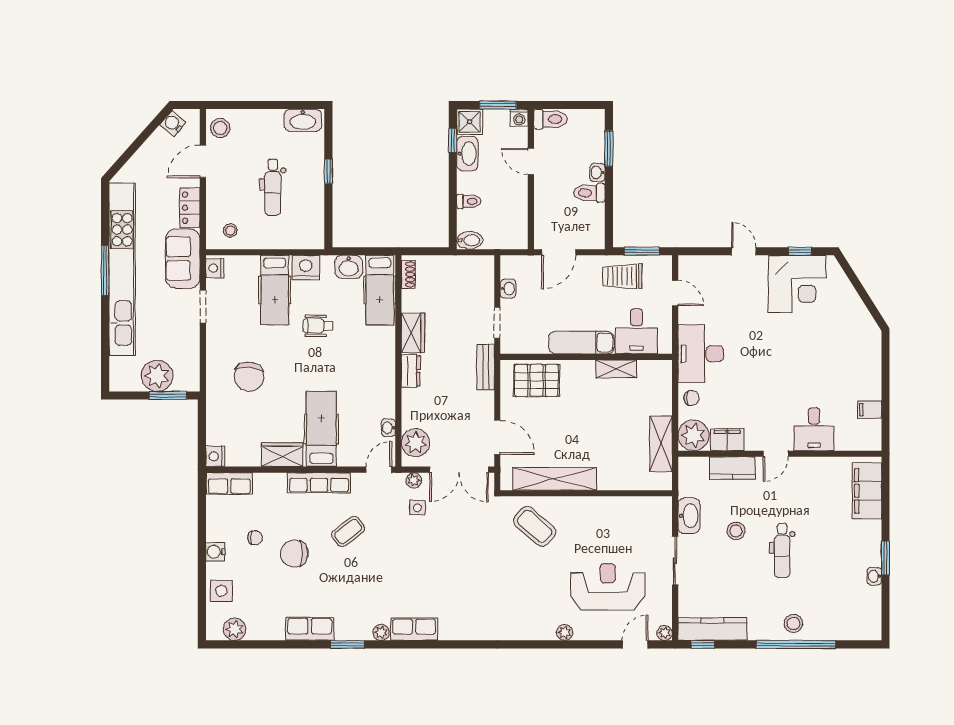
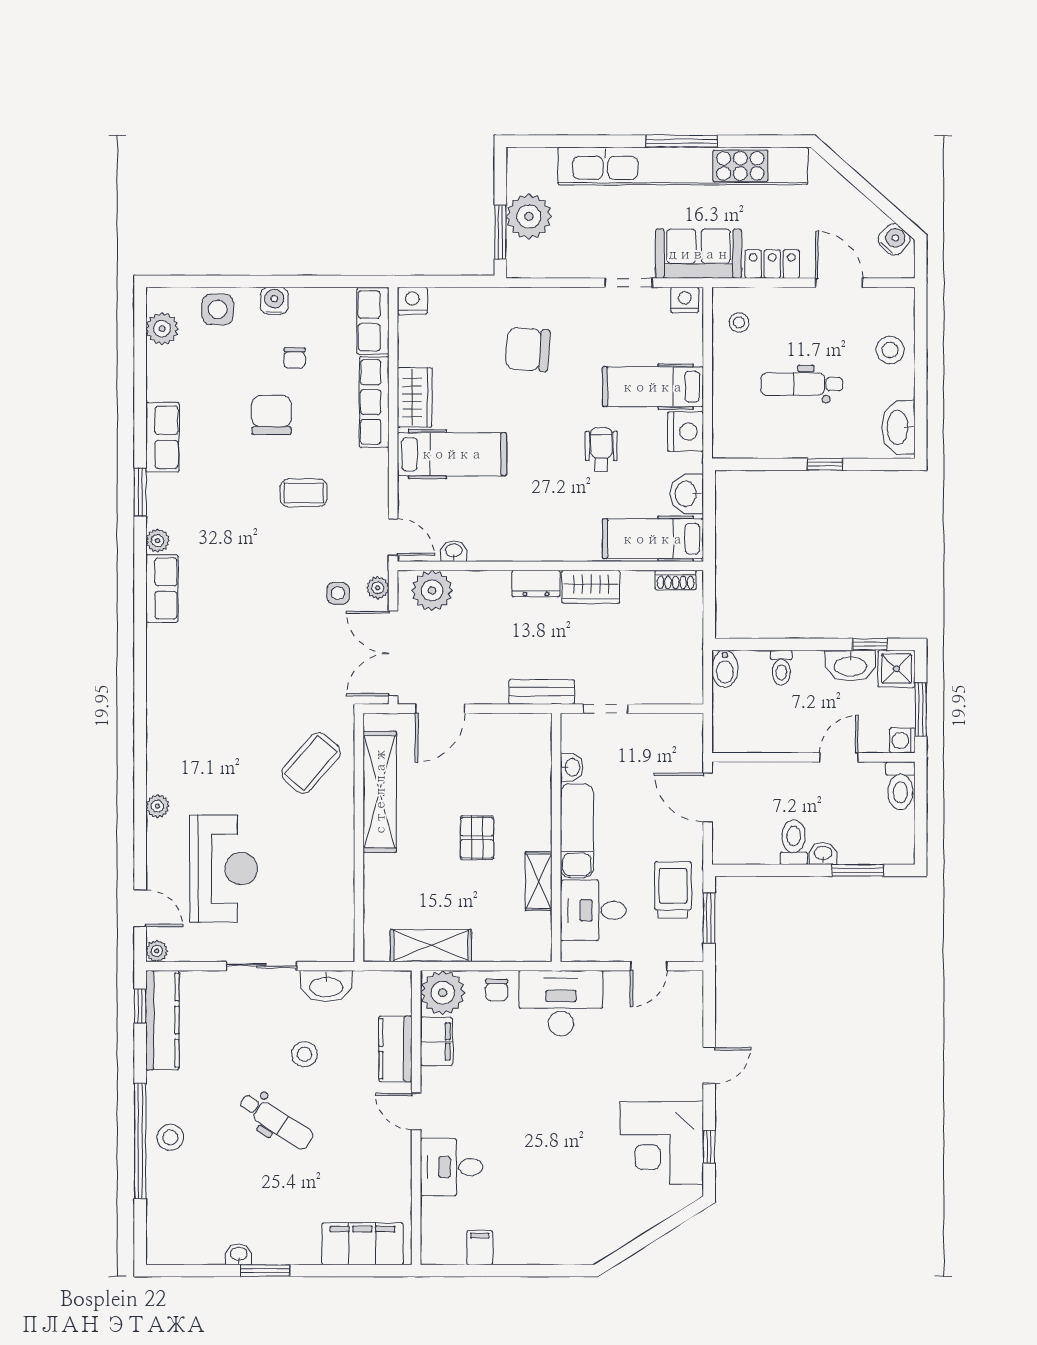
stool: (220, 128) -> (890, 350), moved
washbasin: (508, 289) -> (572, 767), moved, turned -90
pallet: (537, 380) -> (477, 838), moved, width x0.67, depth x0.71
row of seats: (319, 483) -> (374, 402), moved
coffee table: (348, 531) -> (304, 493), turned -52
dental chair: (782, 550) -> (276, 1121), turned -147

